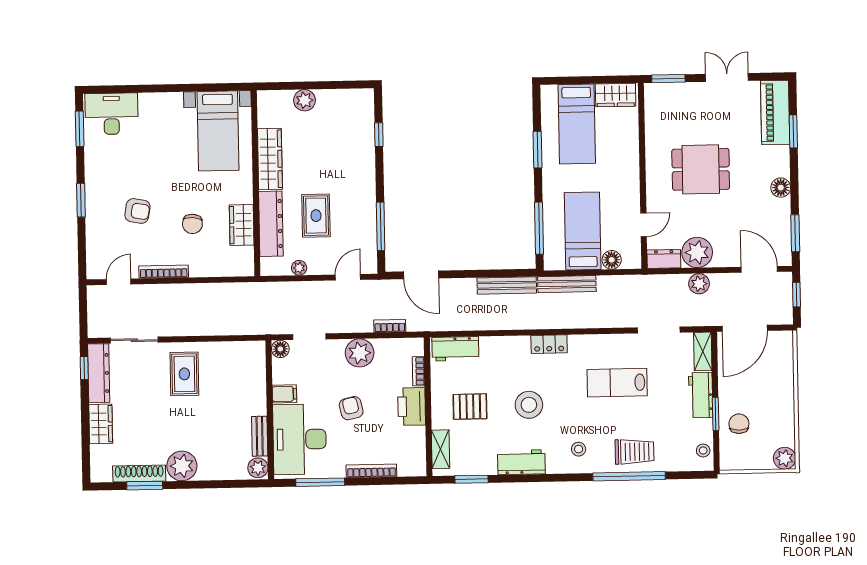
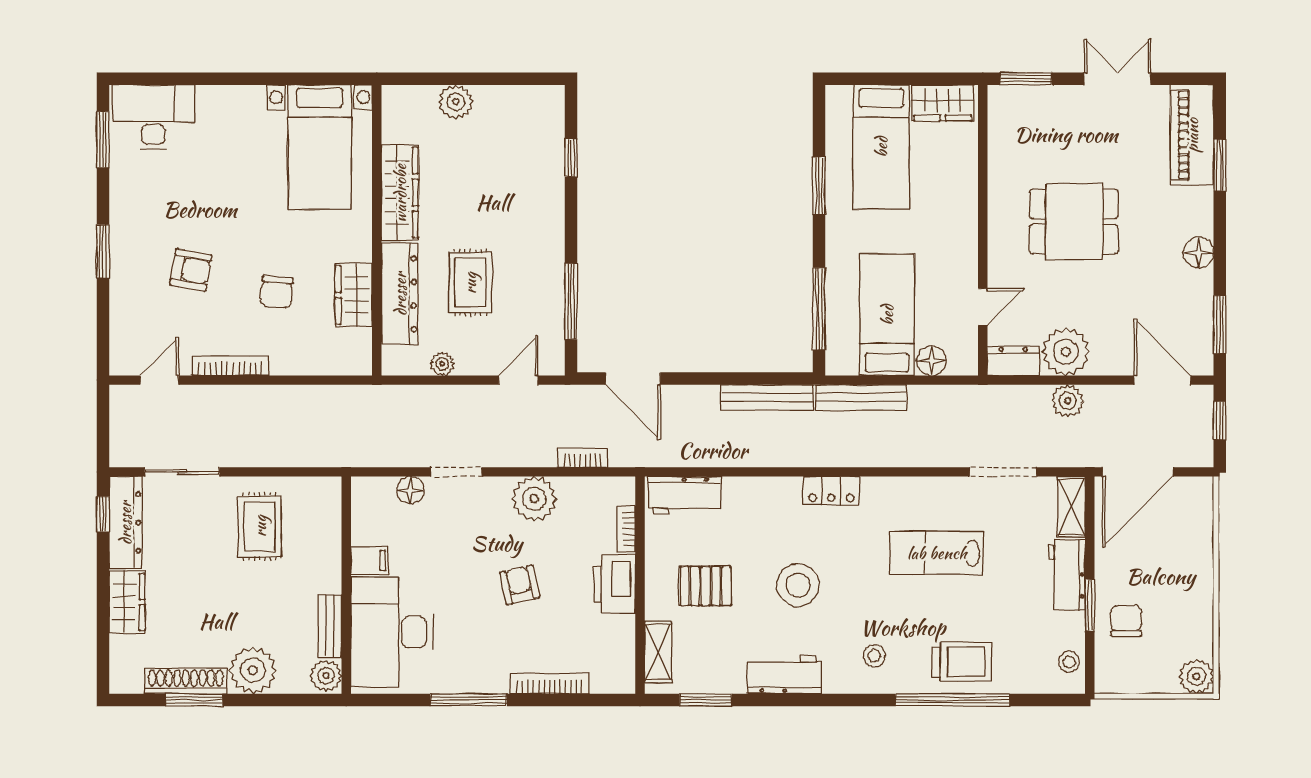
filing cabinet: (284, 394) -> (370, 561), moved
wall: (270, 410) -> (346, 585), moved
bench: (260, 436) -> (330, 626), moved
desk: (300, 439) -> (392, 632), moved
plant: (258, 468) -> (326, 676), moved

